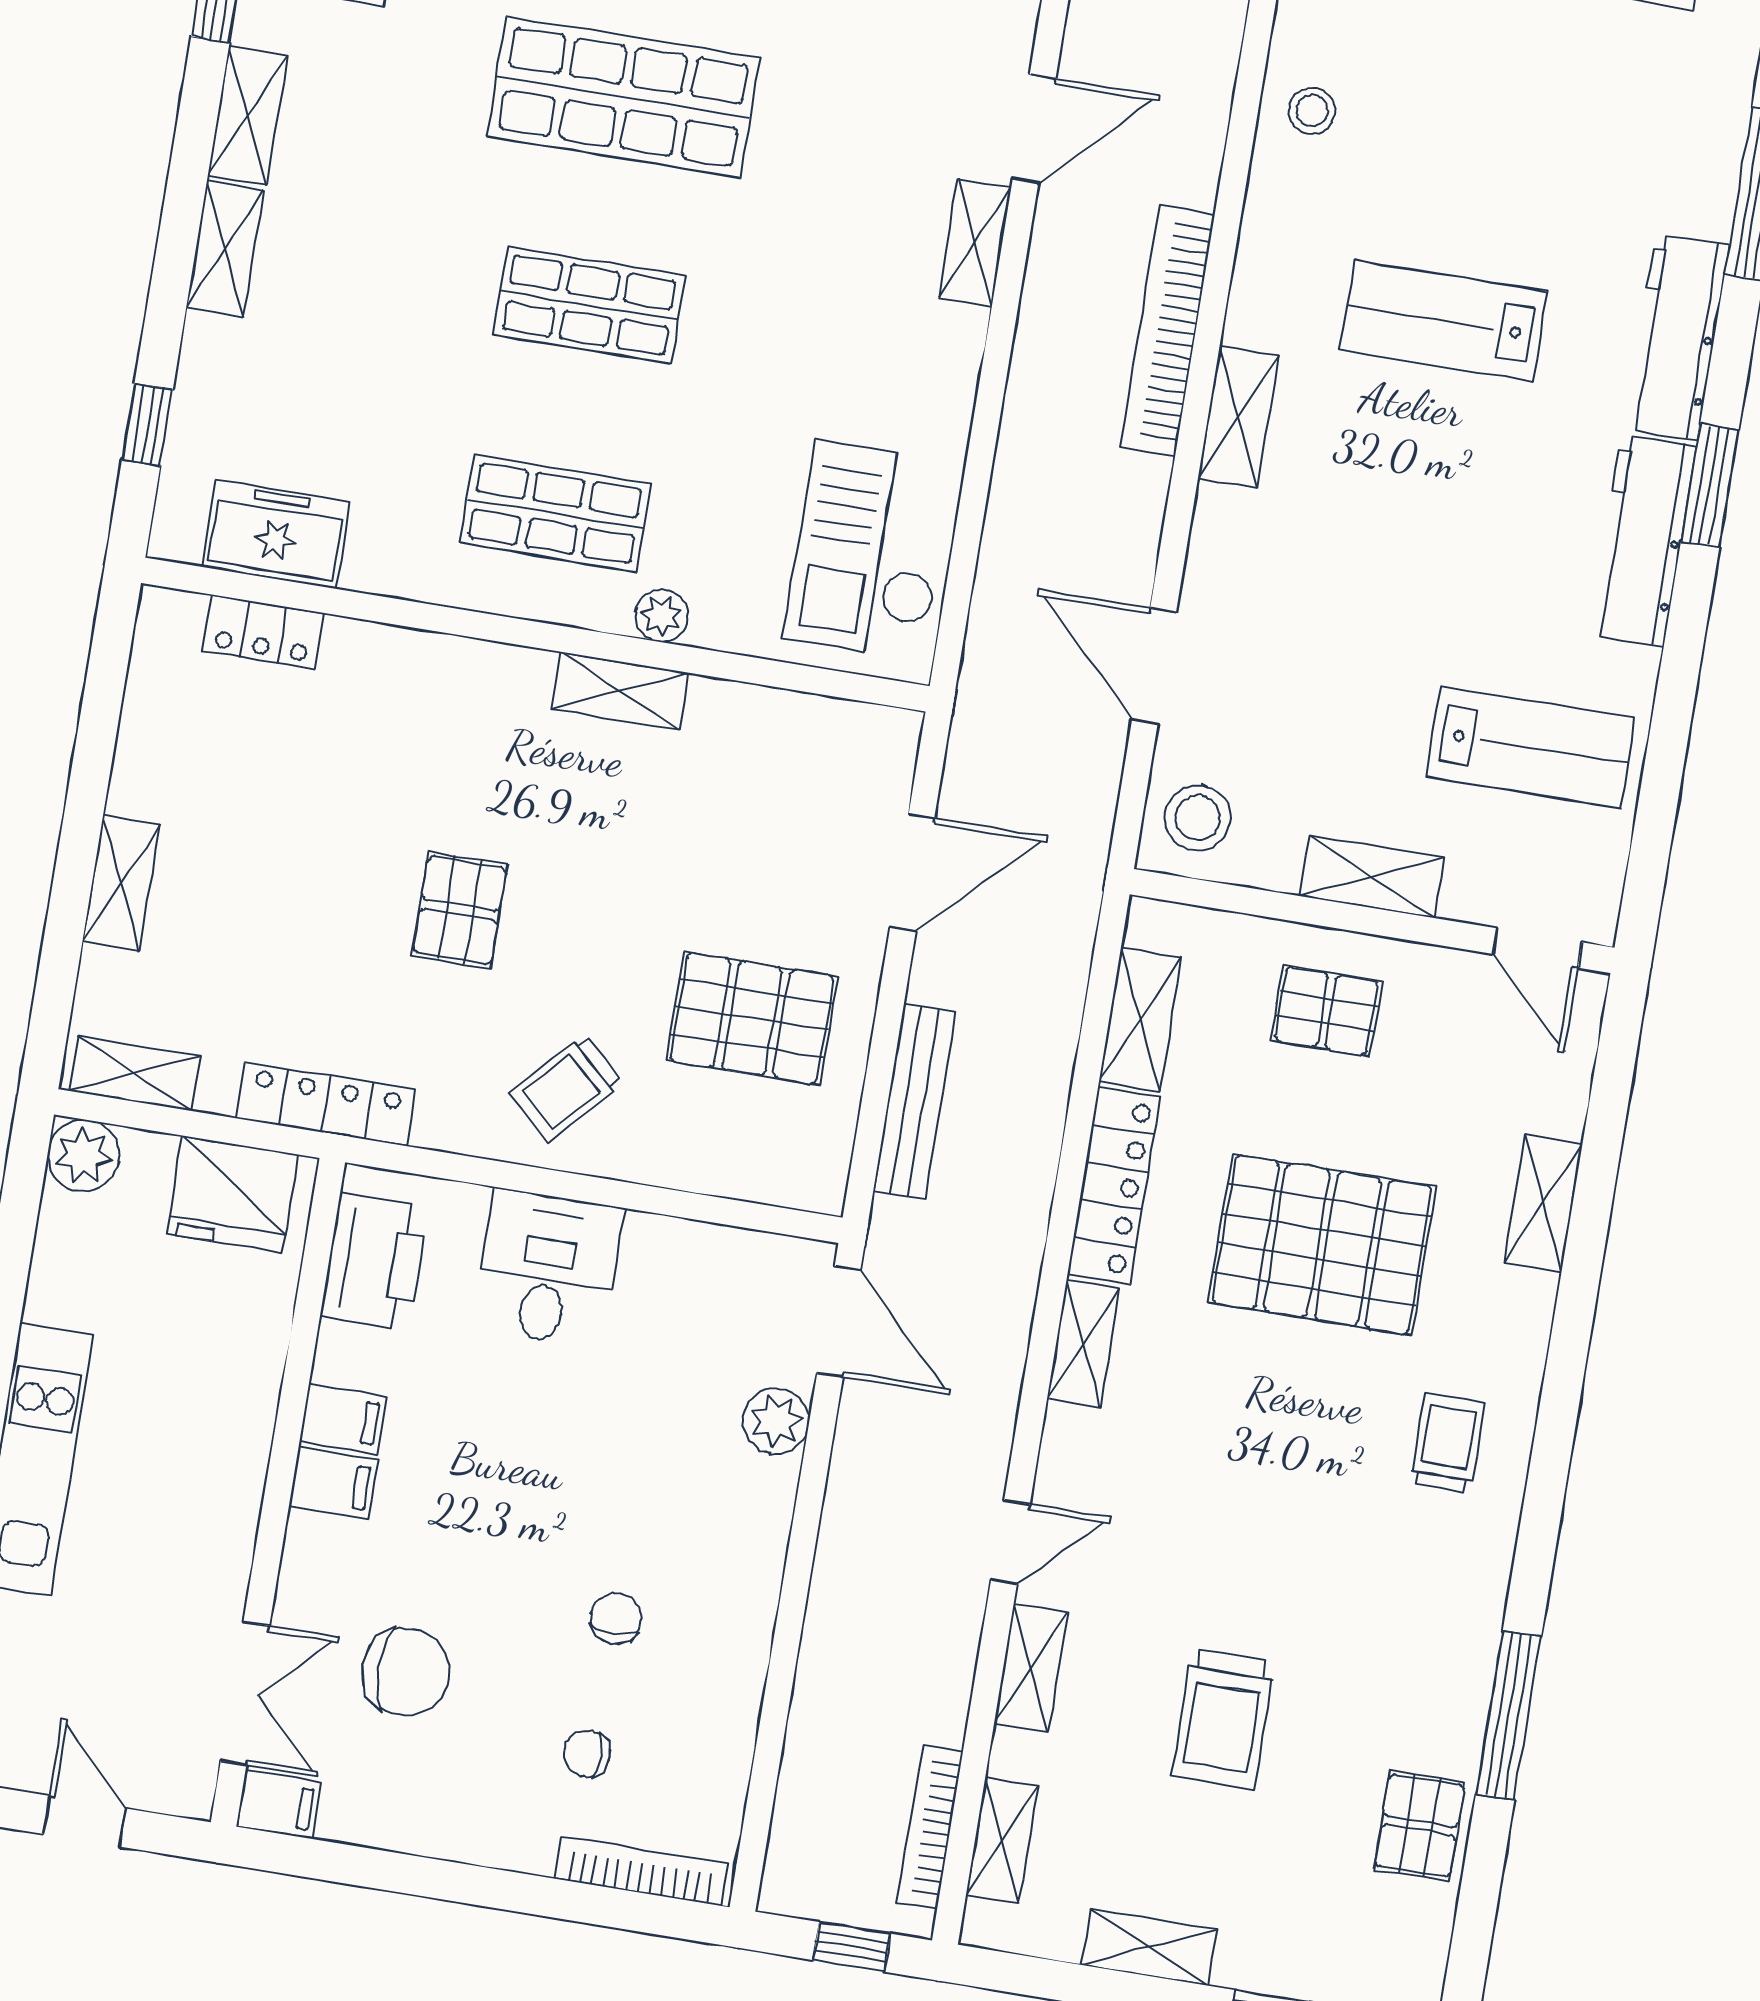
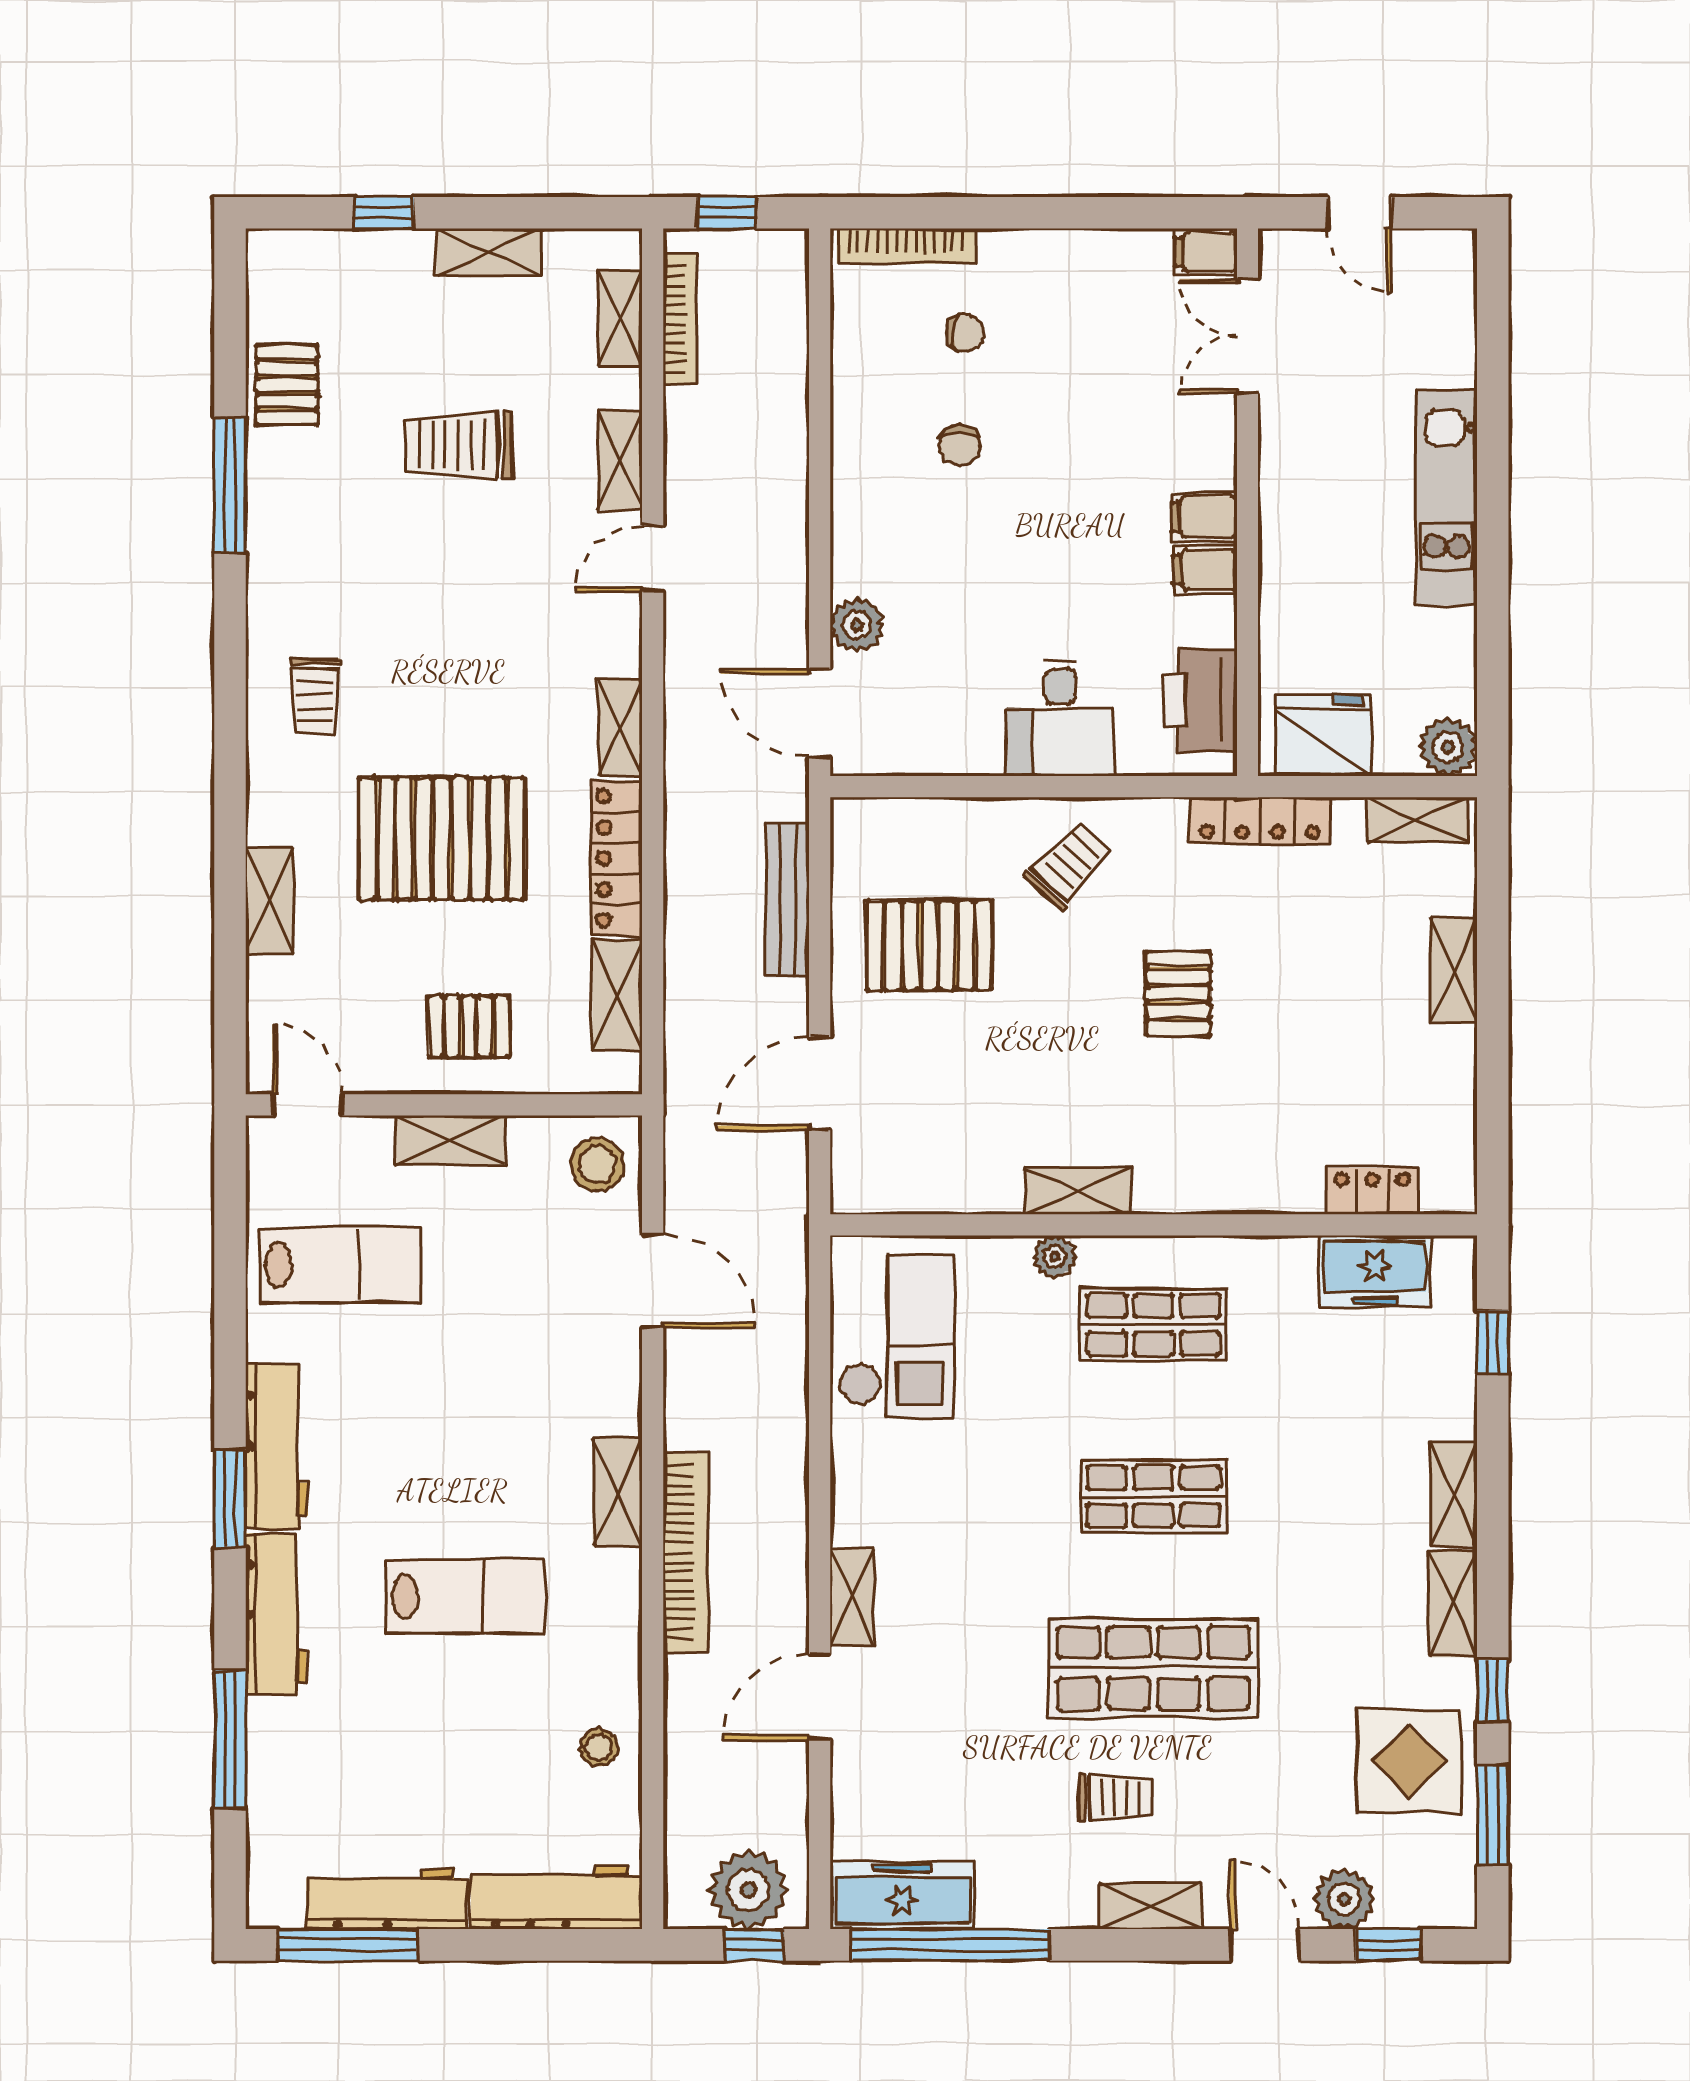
lab bench: (1531, 747) -> (339, 1265), turned 180
chair: (406, 1672) -> (1121, 375), removed
trolley: (1223, 1719) -> (459, 445), turned -90

